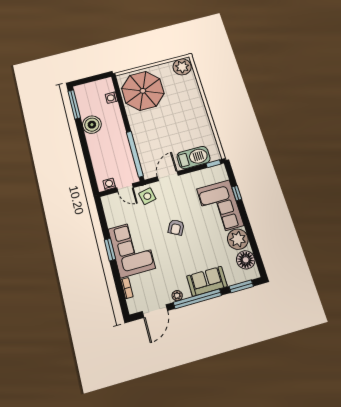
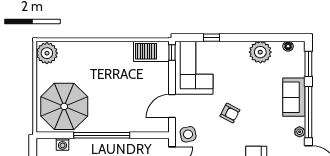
window: (135, 154) -> (102, 135), moved
barbecue: (193, 157) -> (151, 51), moved, turned -90
door: (168, 176) -> (172, 106), hinge flipped
corner sofa: (220, 207) -> (194, 68), moved, turned -90
floor lamp: (246, 260) -> (288, 46), width x0.53, depth x0.53

